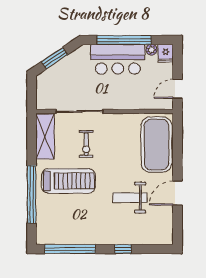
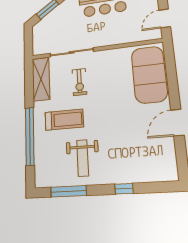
treadmill: (68, 181) -> (64, 120), width x0.73, depth x0.73
weight bench: (130, 198) -> (83, 158), moved, turned -90
window: (70, 249) -> (69, 191), width x0.68

